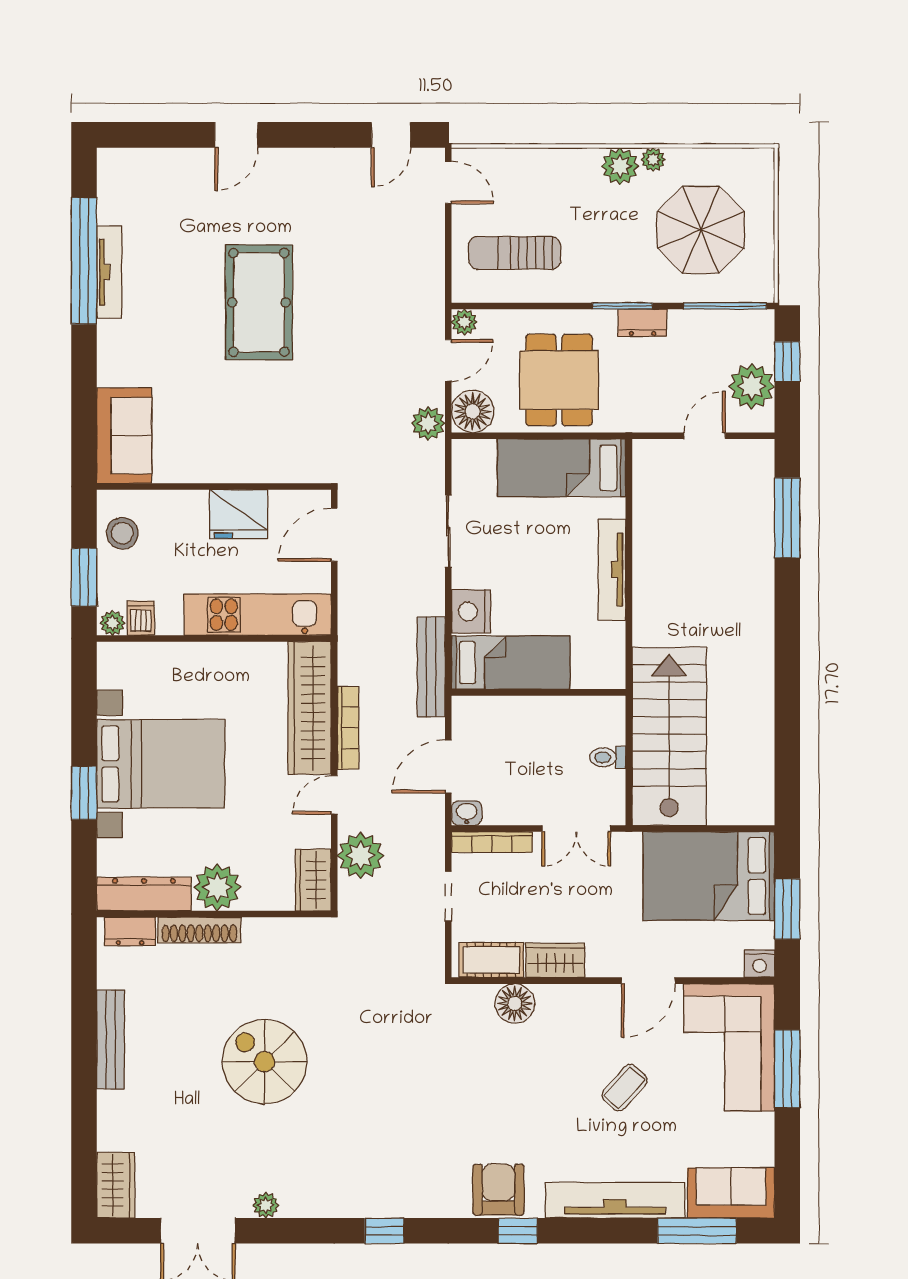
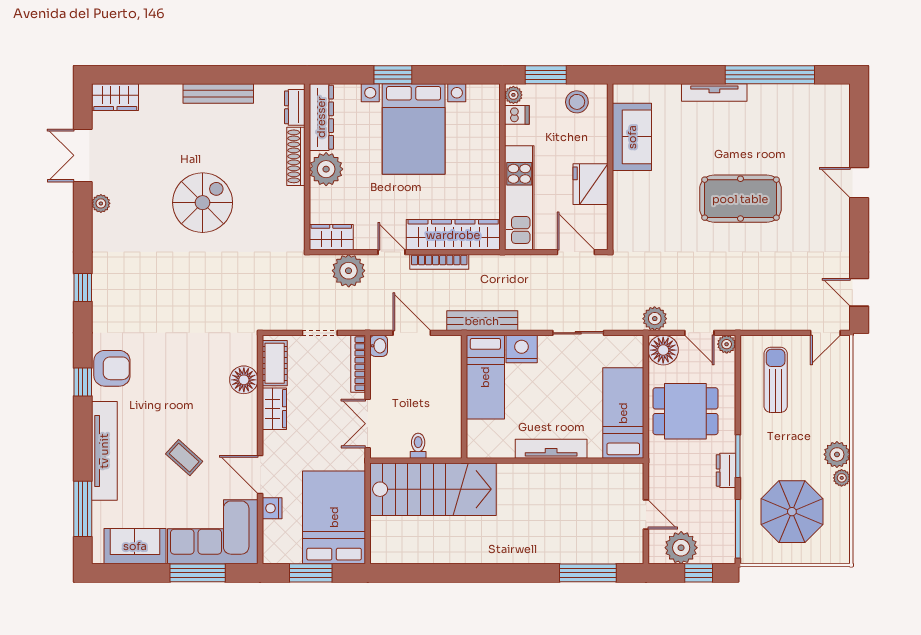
tv unit: (109, 272) -> (714, 93), moved
sofa: (124, 436) -> (632, 137), moved, turned -90
nightstand: (760, 964) -> (272, 508), moved
sofa: (731, 1193) -> (135, 546), moved, turned -90

